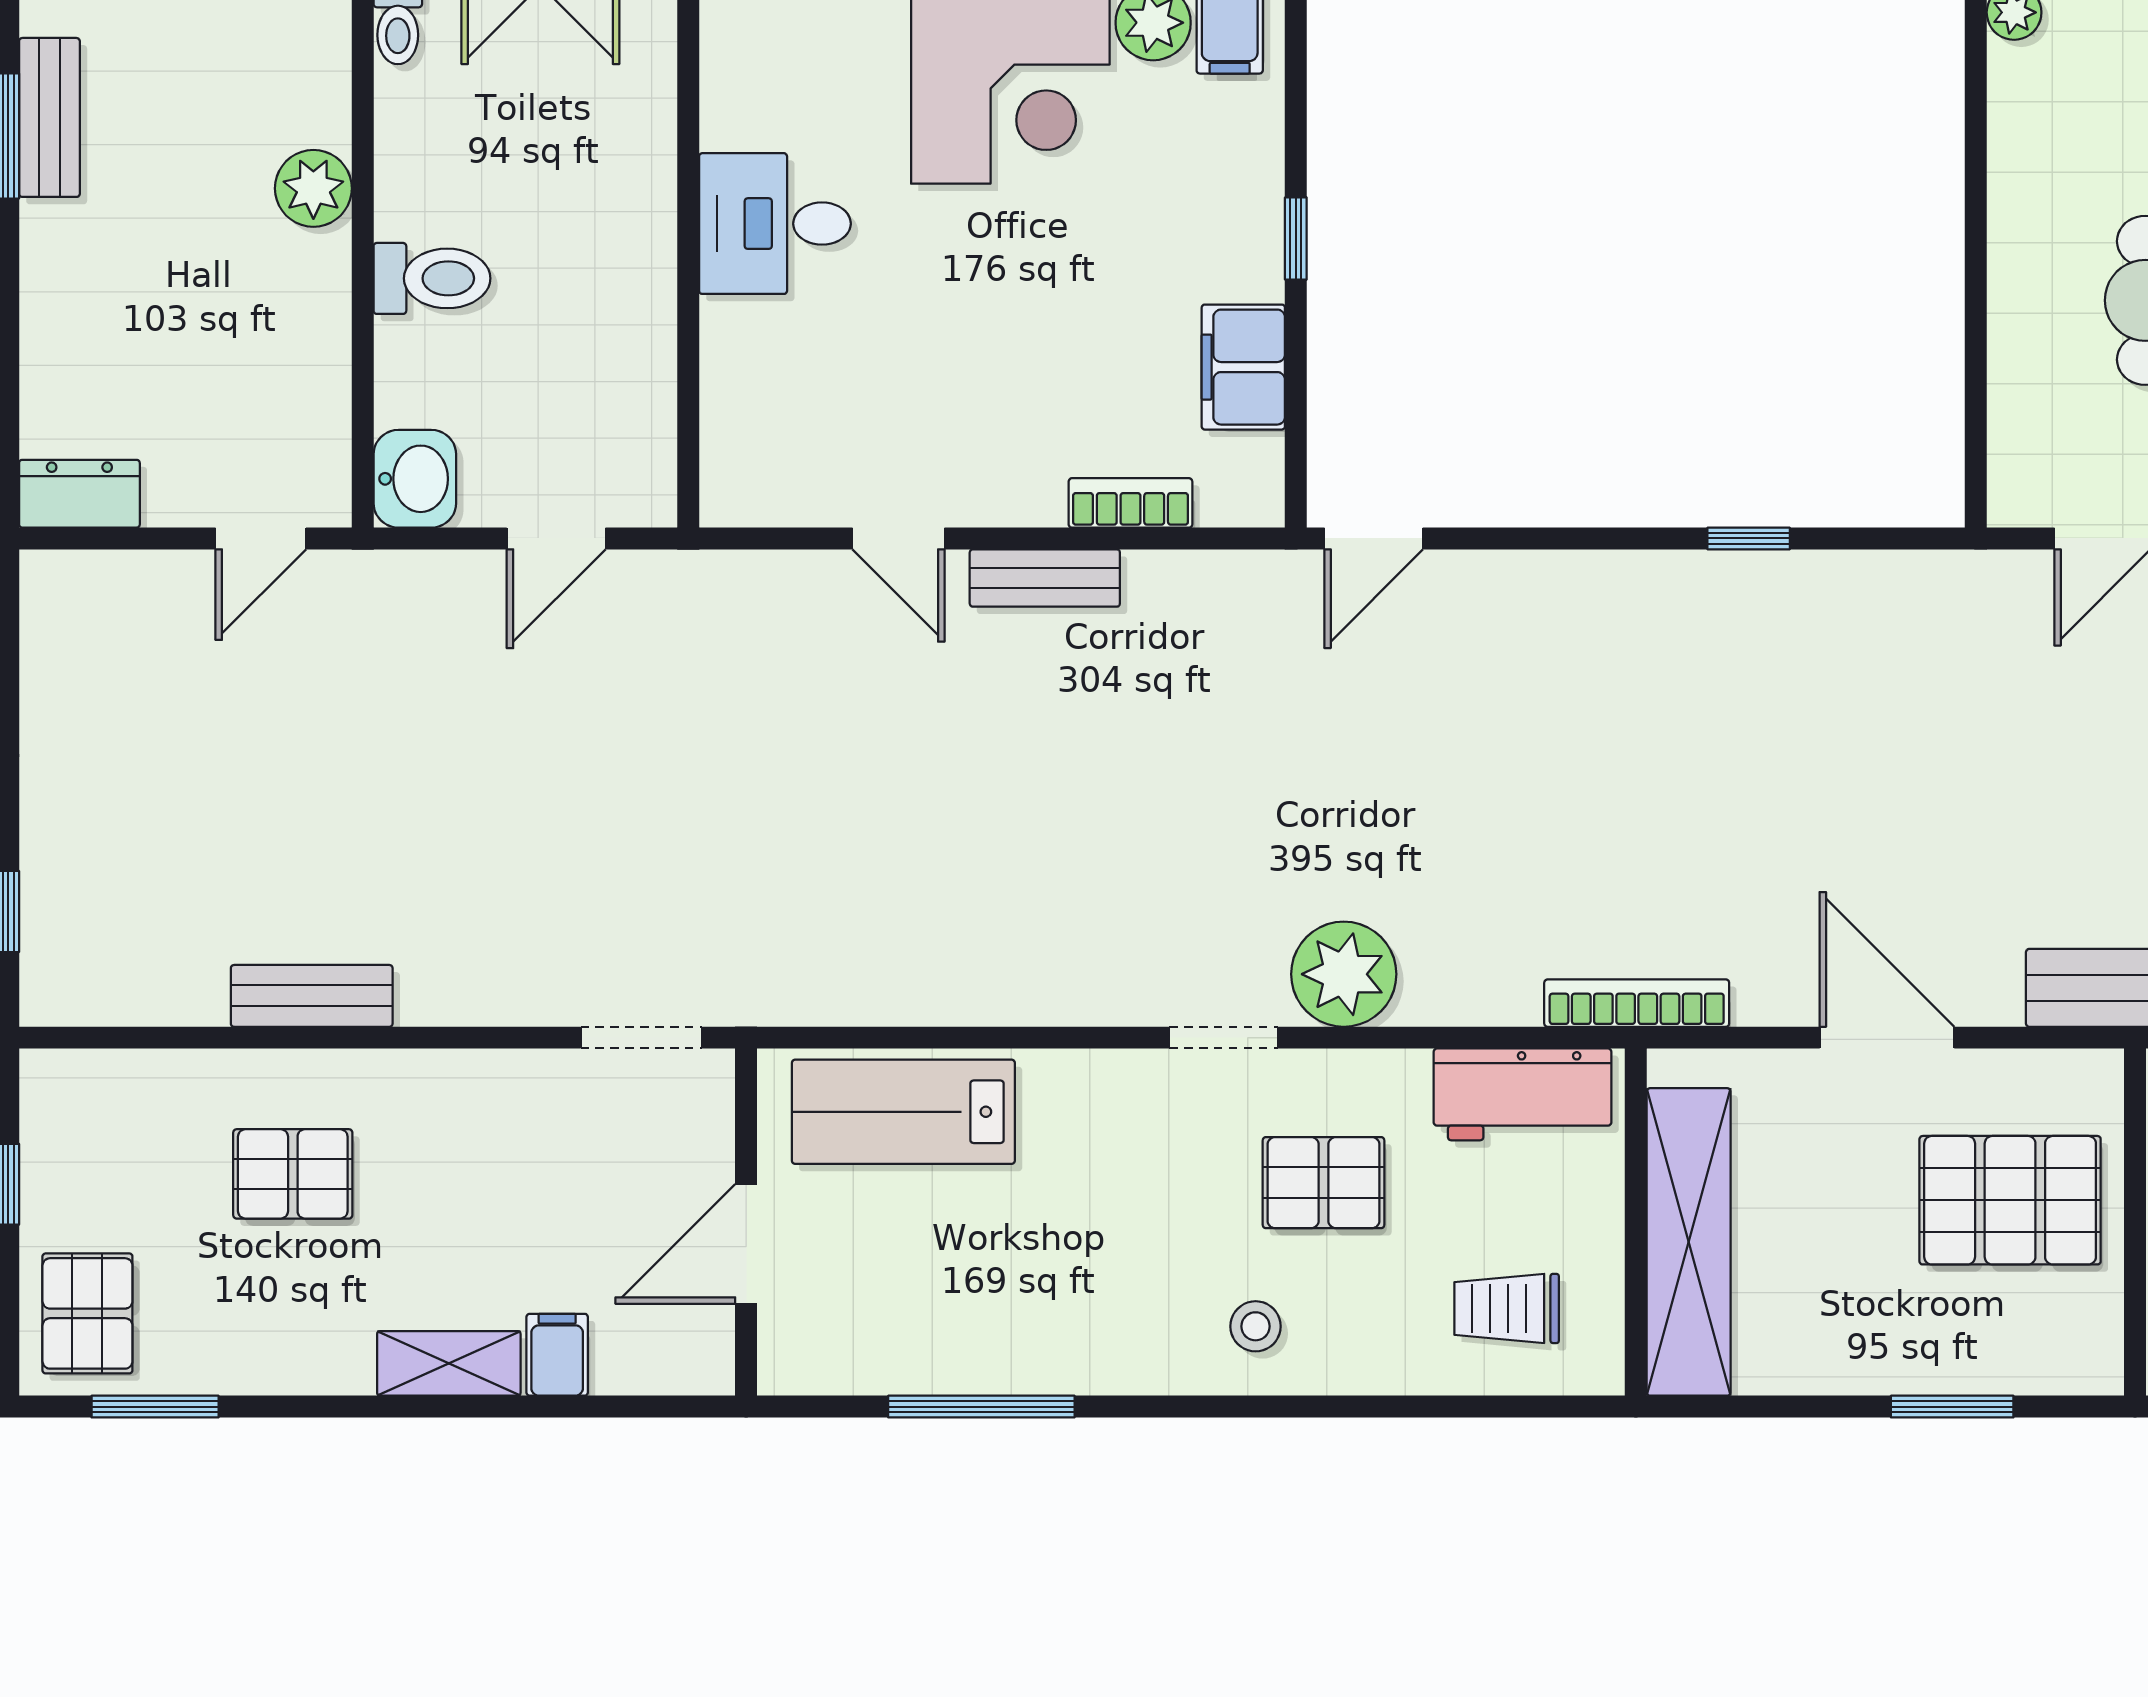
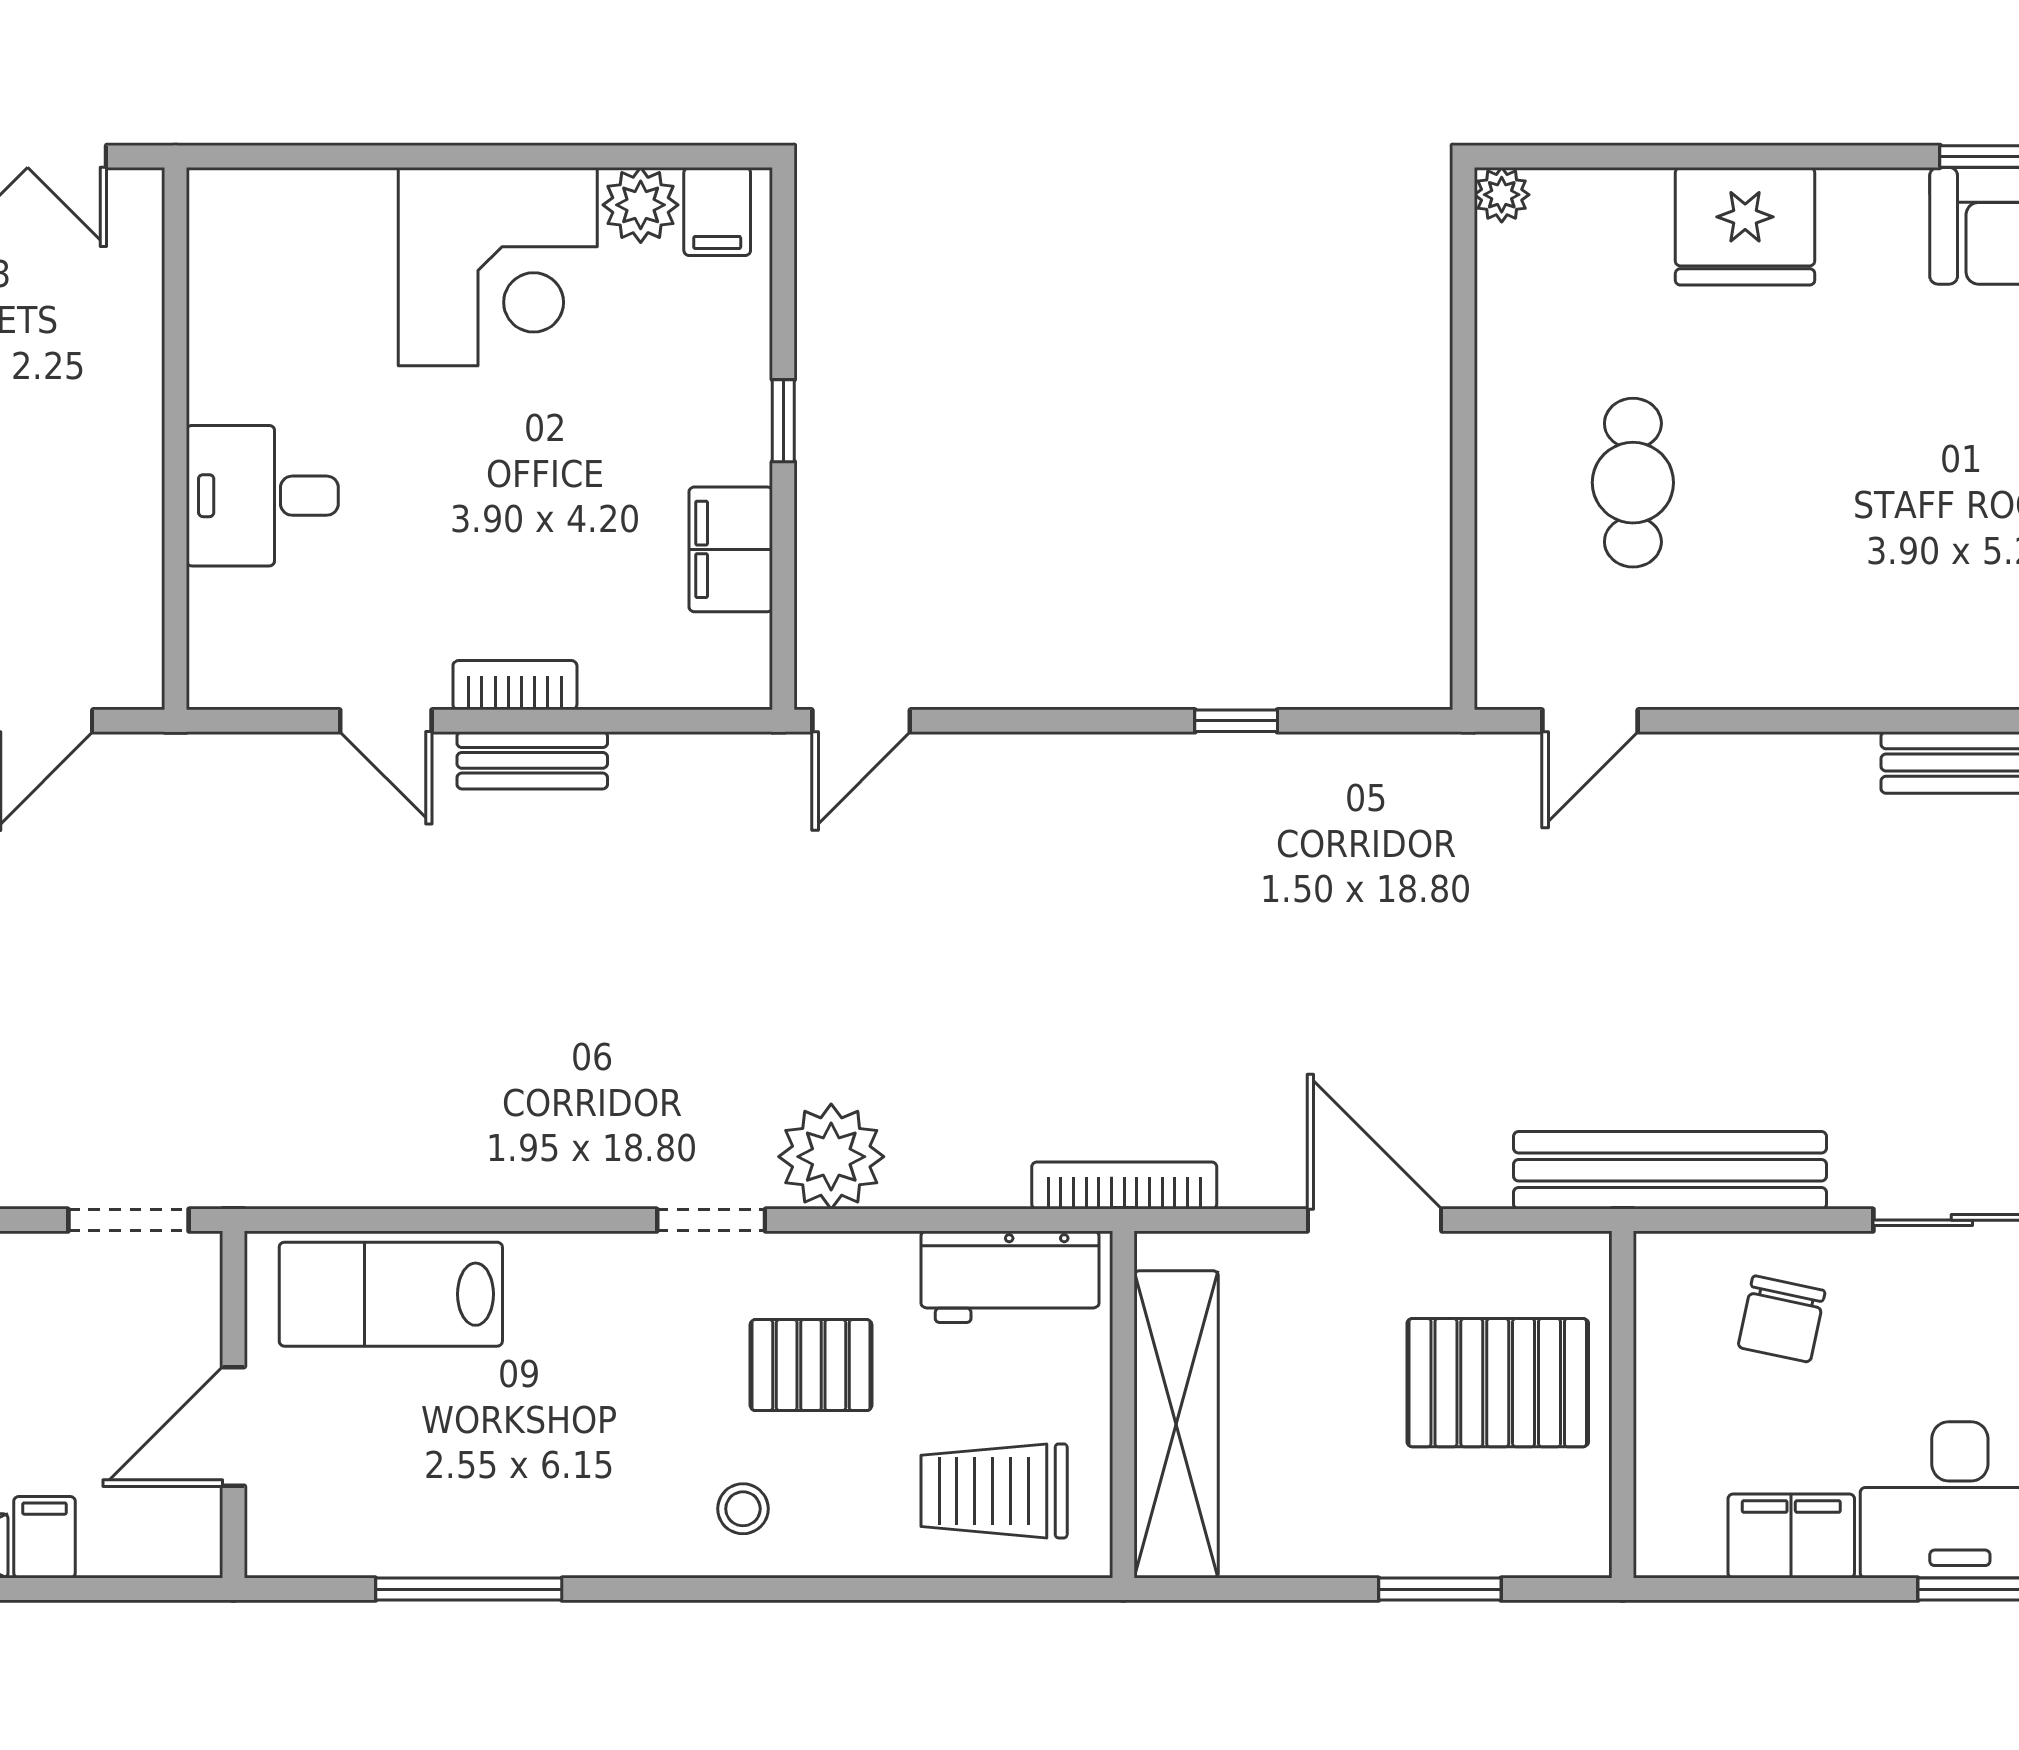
desk: (775, 224) -> (262, 496), moved
bookcase: (1130, 503) -> (515, 685), moved
trolley: (1507, 1308) -> (994, 1491), width x1.36, depth x1.39

